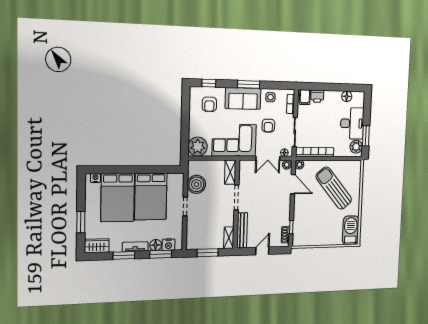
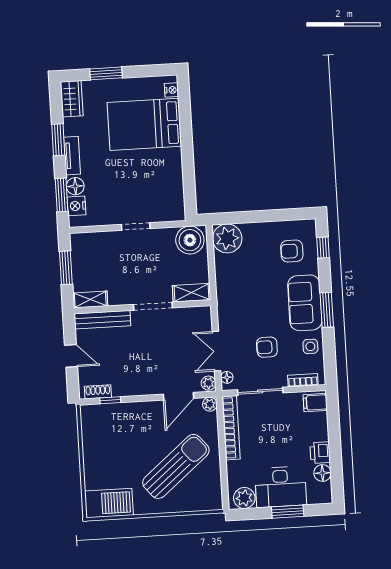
printer: (317, 96) -> (320, 453), moved
window: (366, 136) -> (288, 512), moved
corner sofa: (234, 140) -> (240, 295), removed
boiler: (196, 184) -> (190, 240), moved
bed: (151, 197) -> (148, 173), removed

